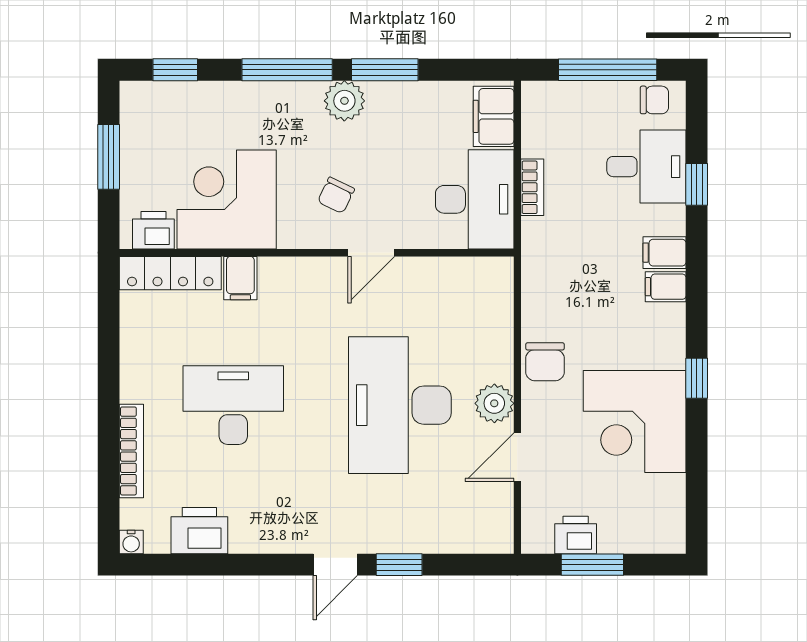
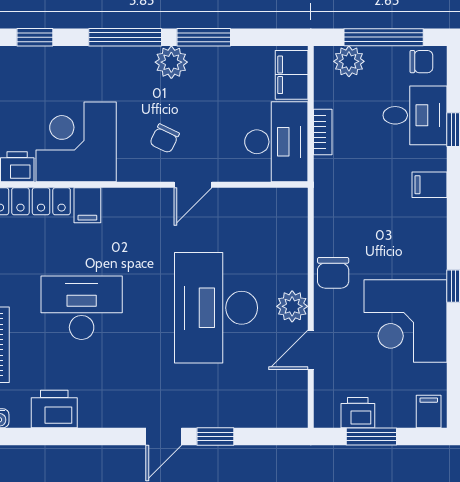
plant: (565, 100) -> (349, 61), added
filing cabinet: (666, 287) -> (429, 412), moved, turned 90

